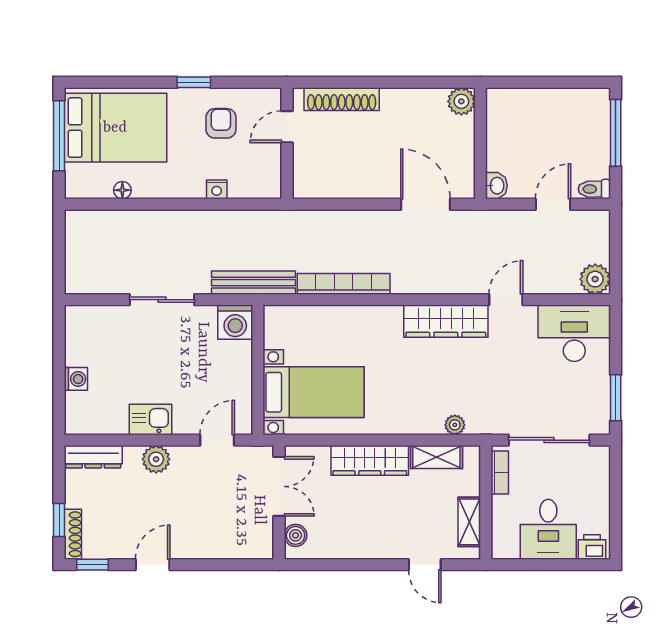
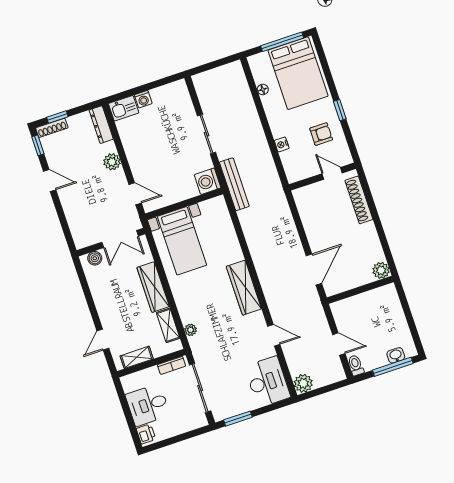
washbasin: (496, 186) -> (396, 355), moved, turned 180
bookcase: (344, 284) -> (251, 237), removed
wardrobe: (446, 321) -> (244, 288), moved
kitchen sink: (151, 419) -> (124, 108), moved, turned 90

